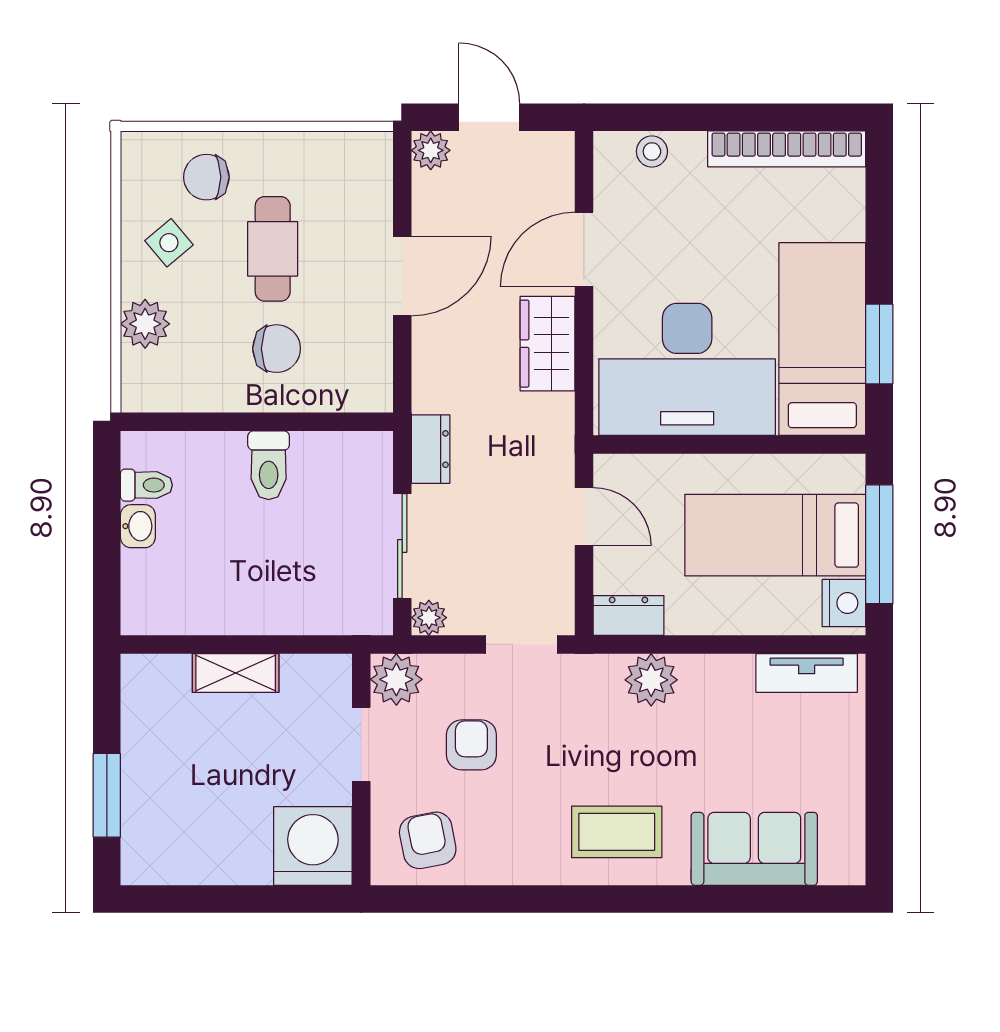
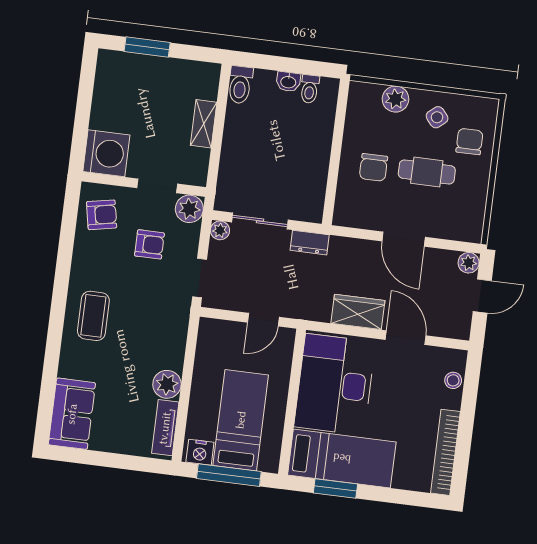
toilet: (269, 465) -> (240, 85), moved, turned -90
dresser: (628, 615) -> (208, 337), removed
plant: (651, 680) -> (167, 384), moved
sofa: (754, 849) -> (72, 414), moved

